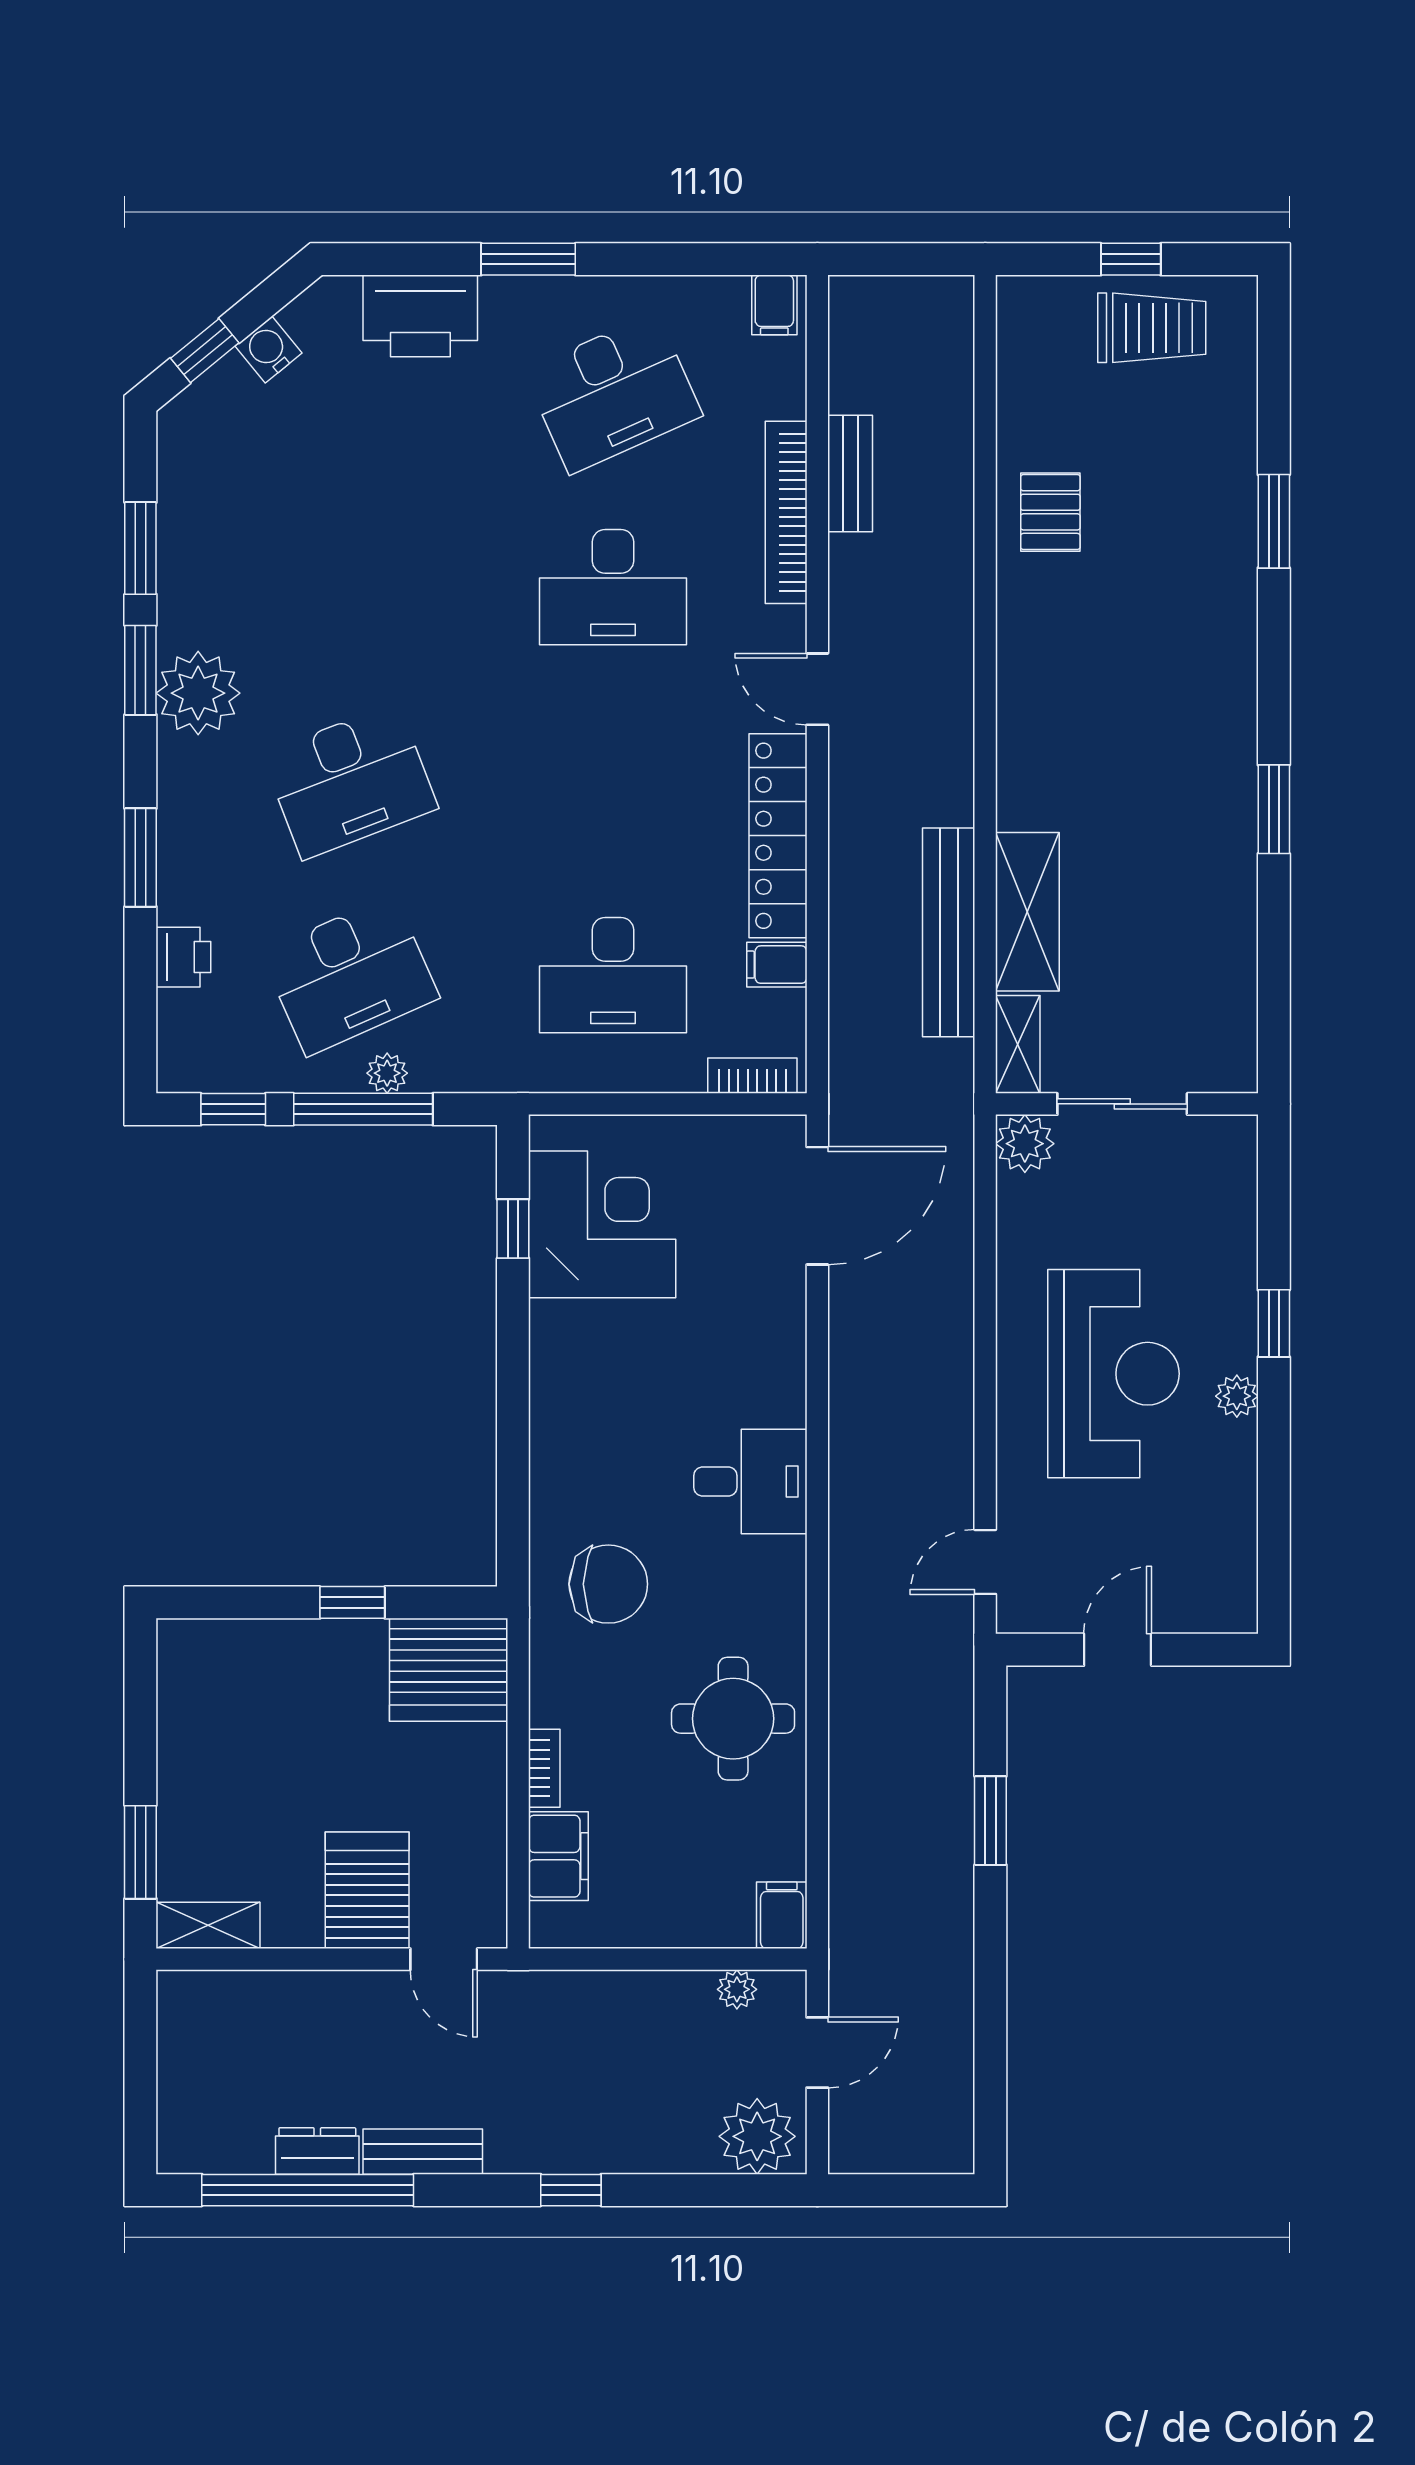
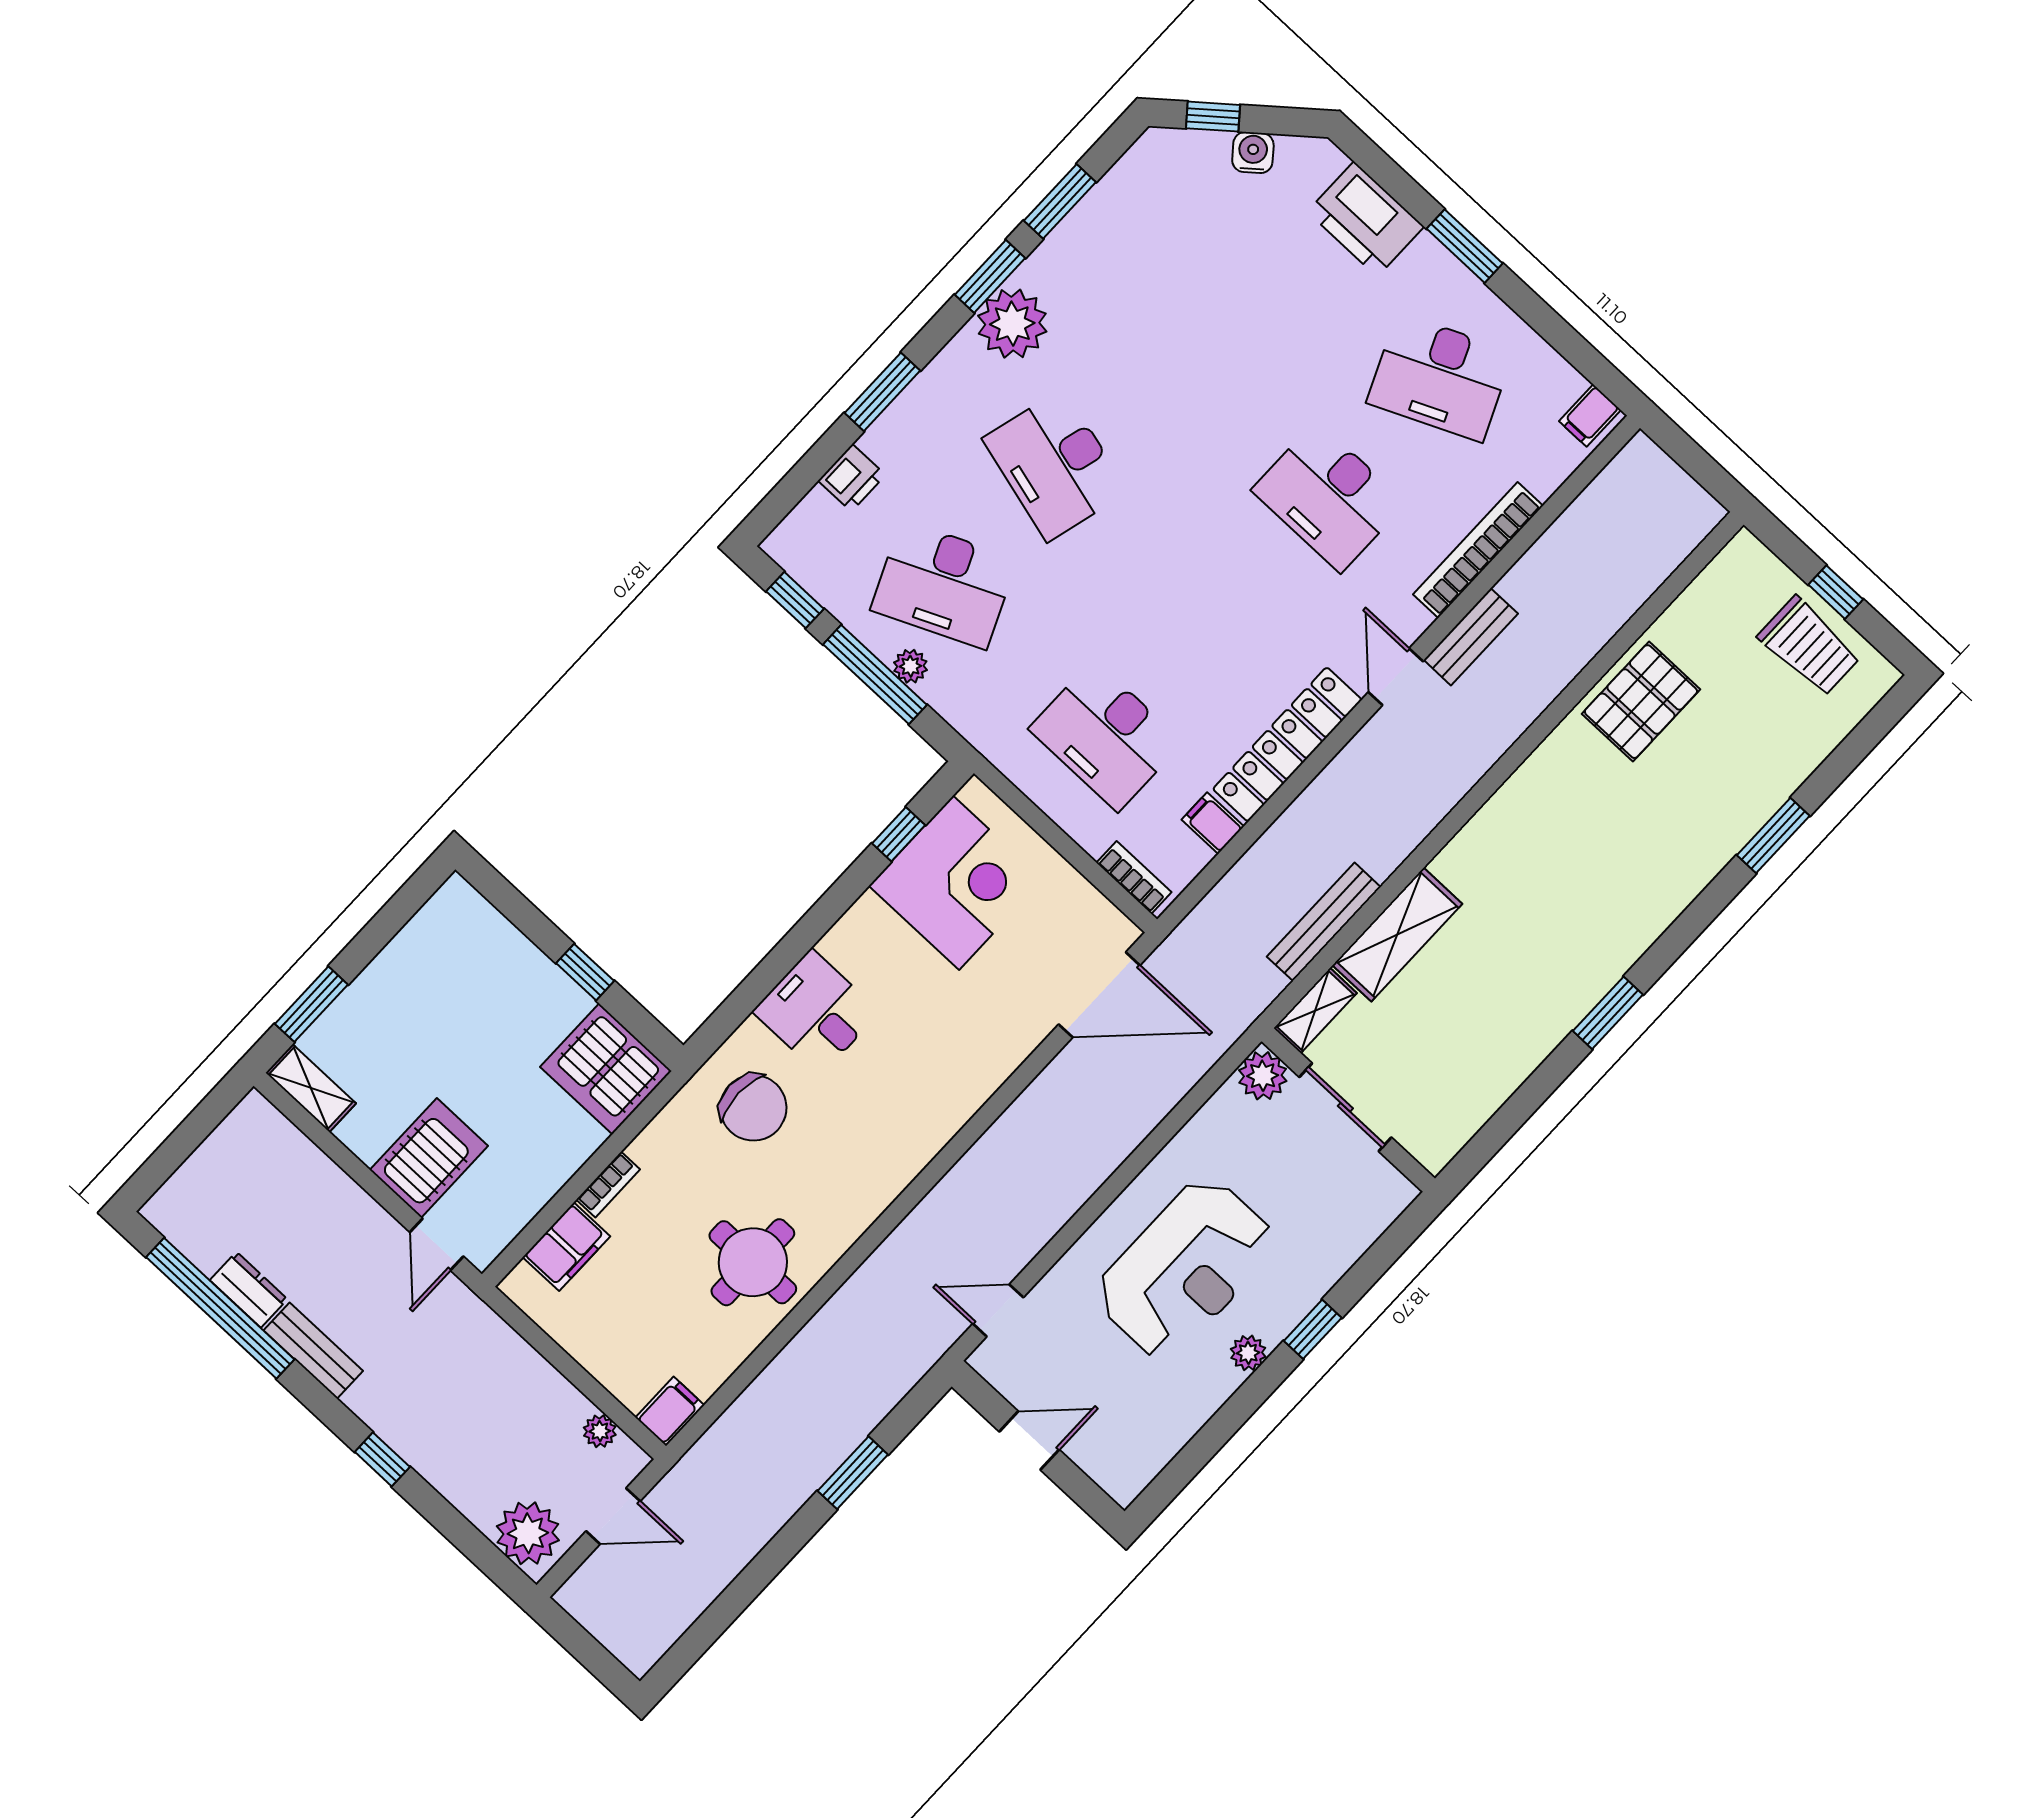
bench: (850, 473) -> (1471, 637), moved
pallet: (1050, 512) -> (1641, 702), width x1.50, depth x1.42
desk: (350, 781) -> (1055, 465), turned 36
bench: (949, 932) -> (1324, 922), width x0.73, depth x0.82
desk: (750, 1482) -> (816, 1012), moved, turned 180

